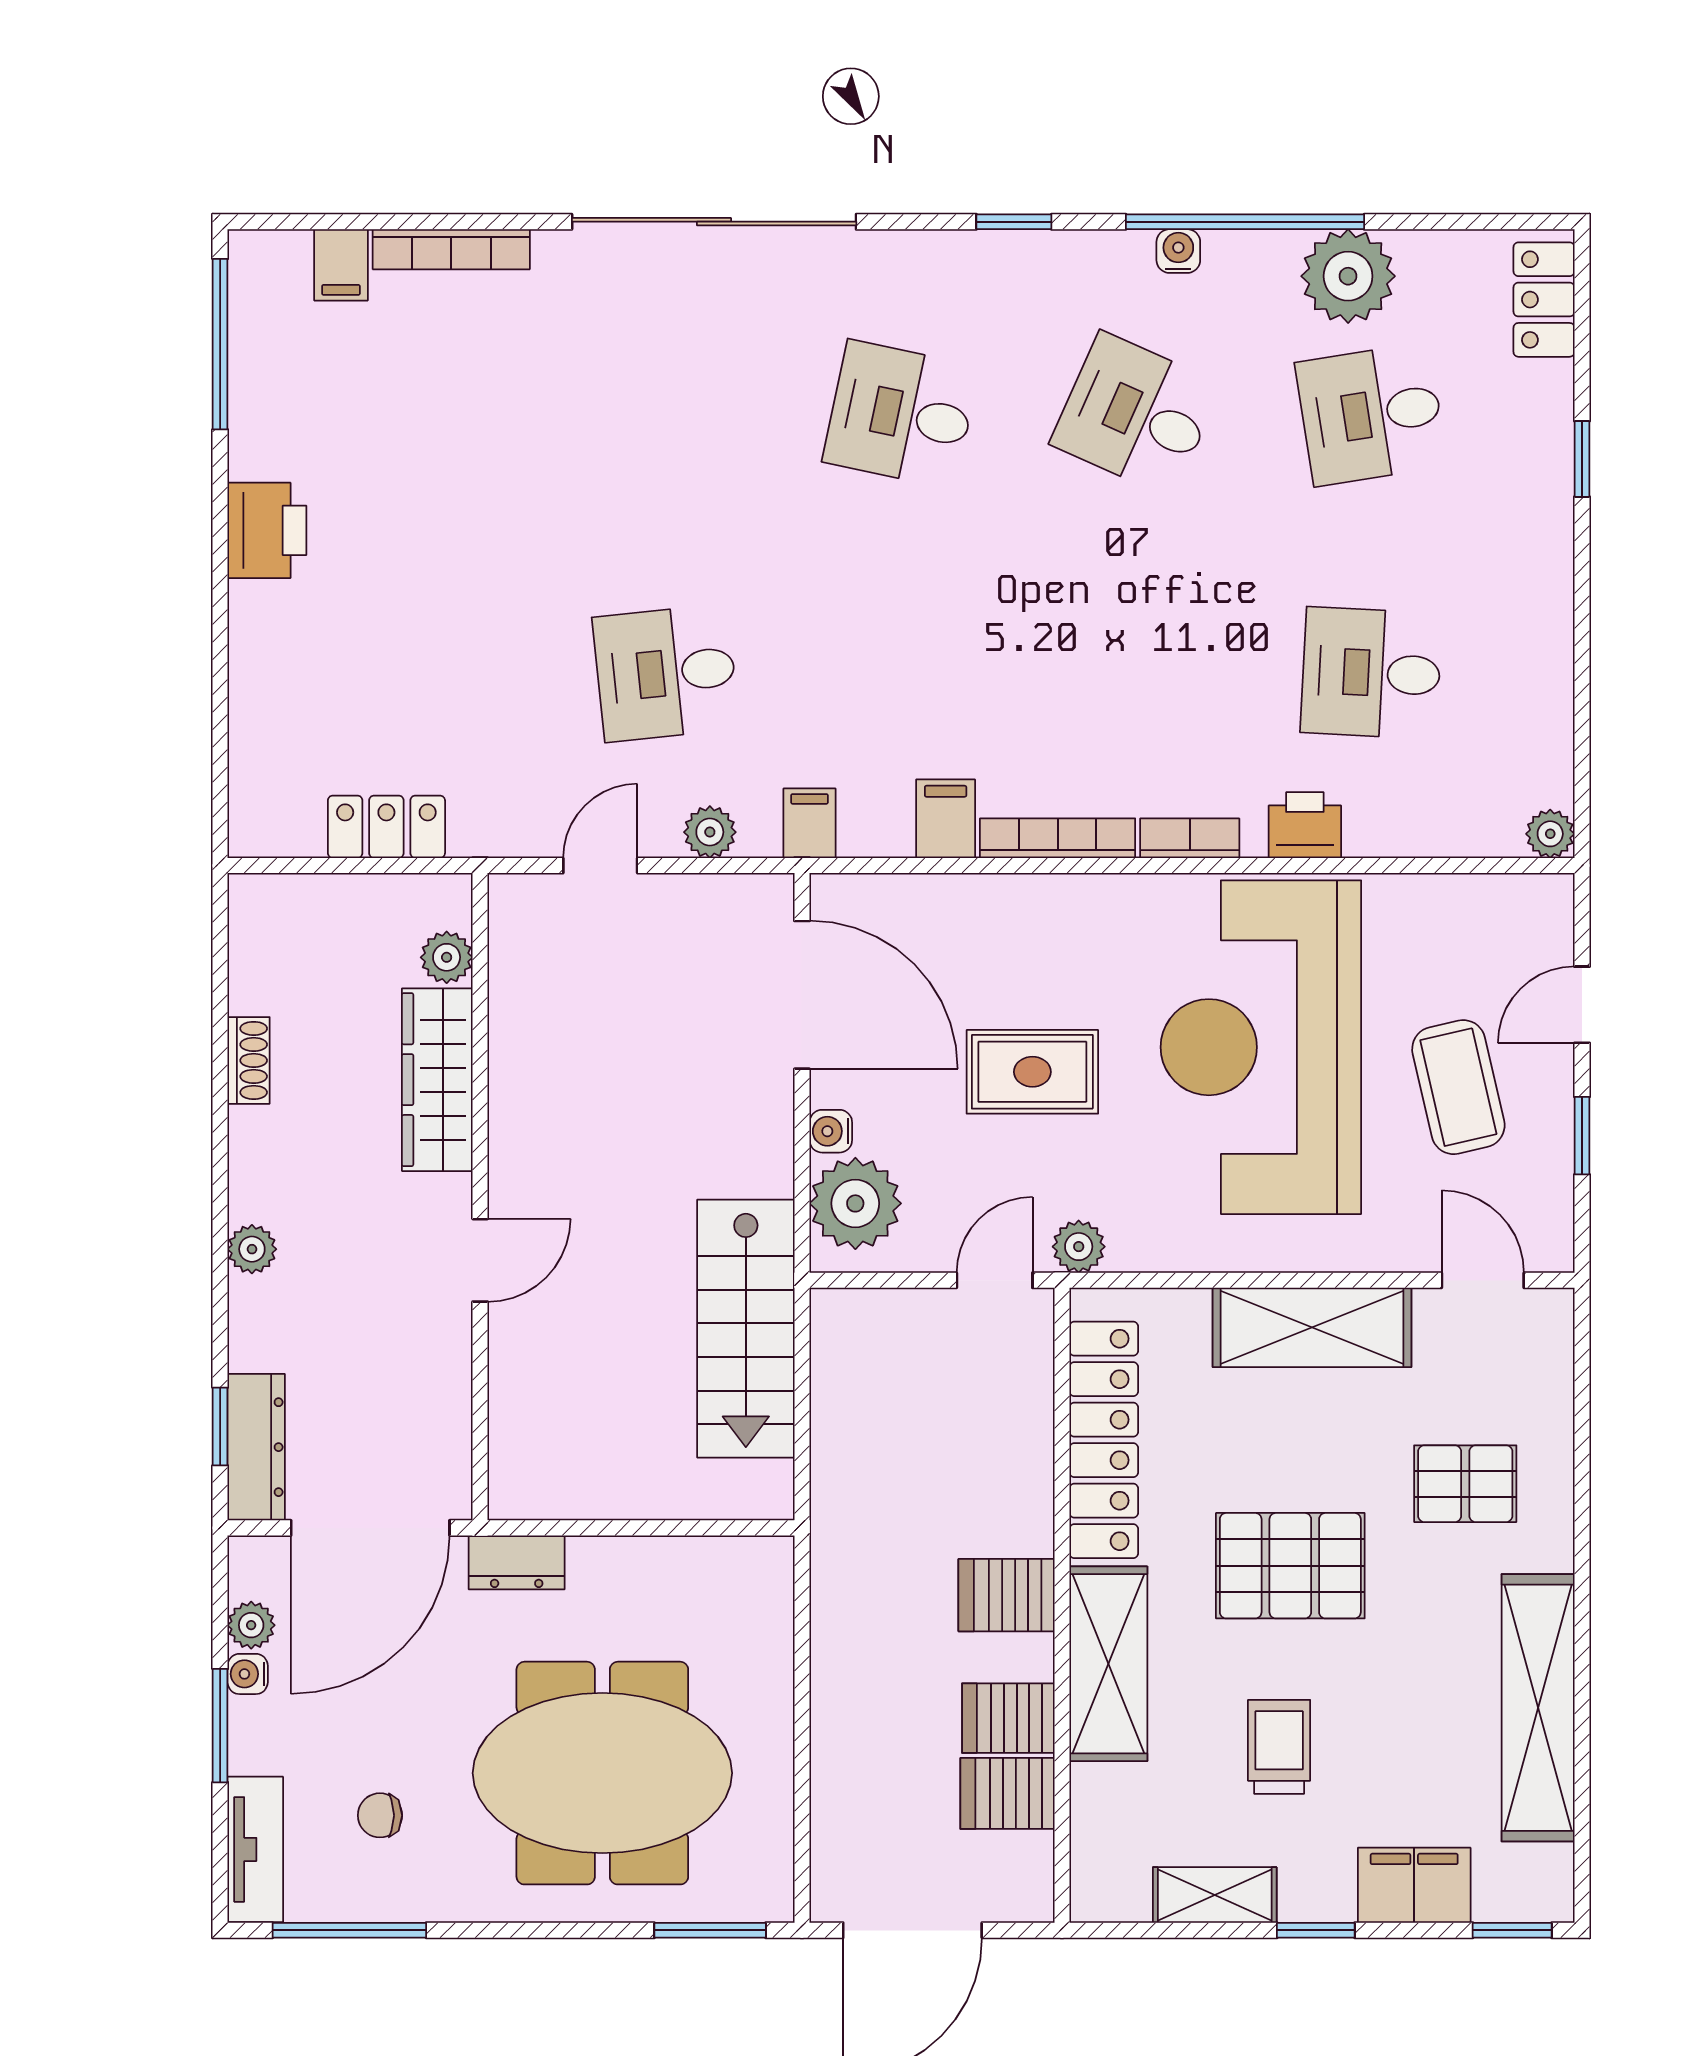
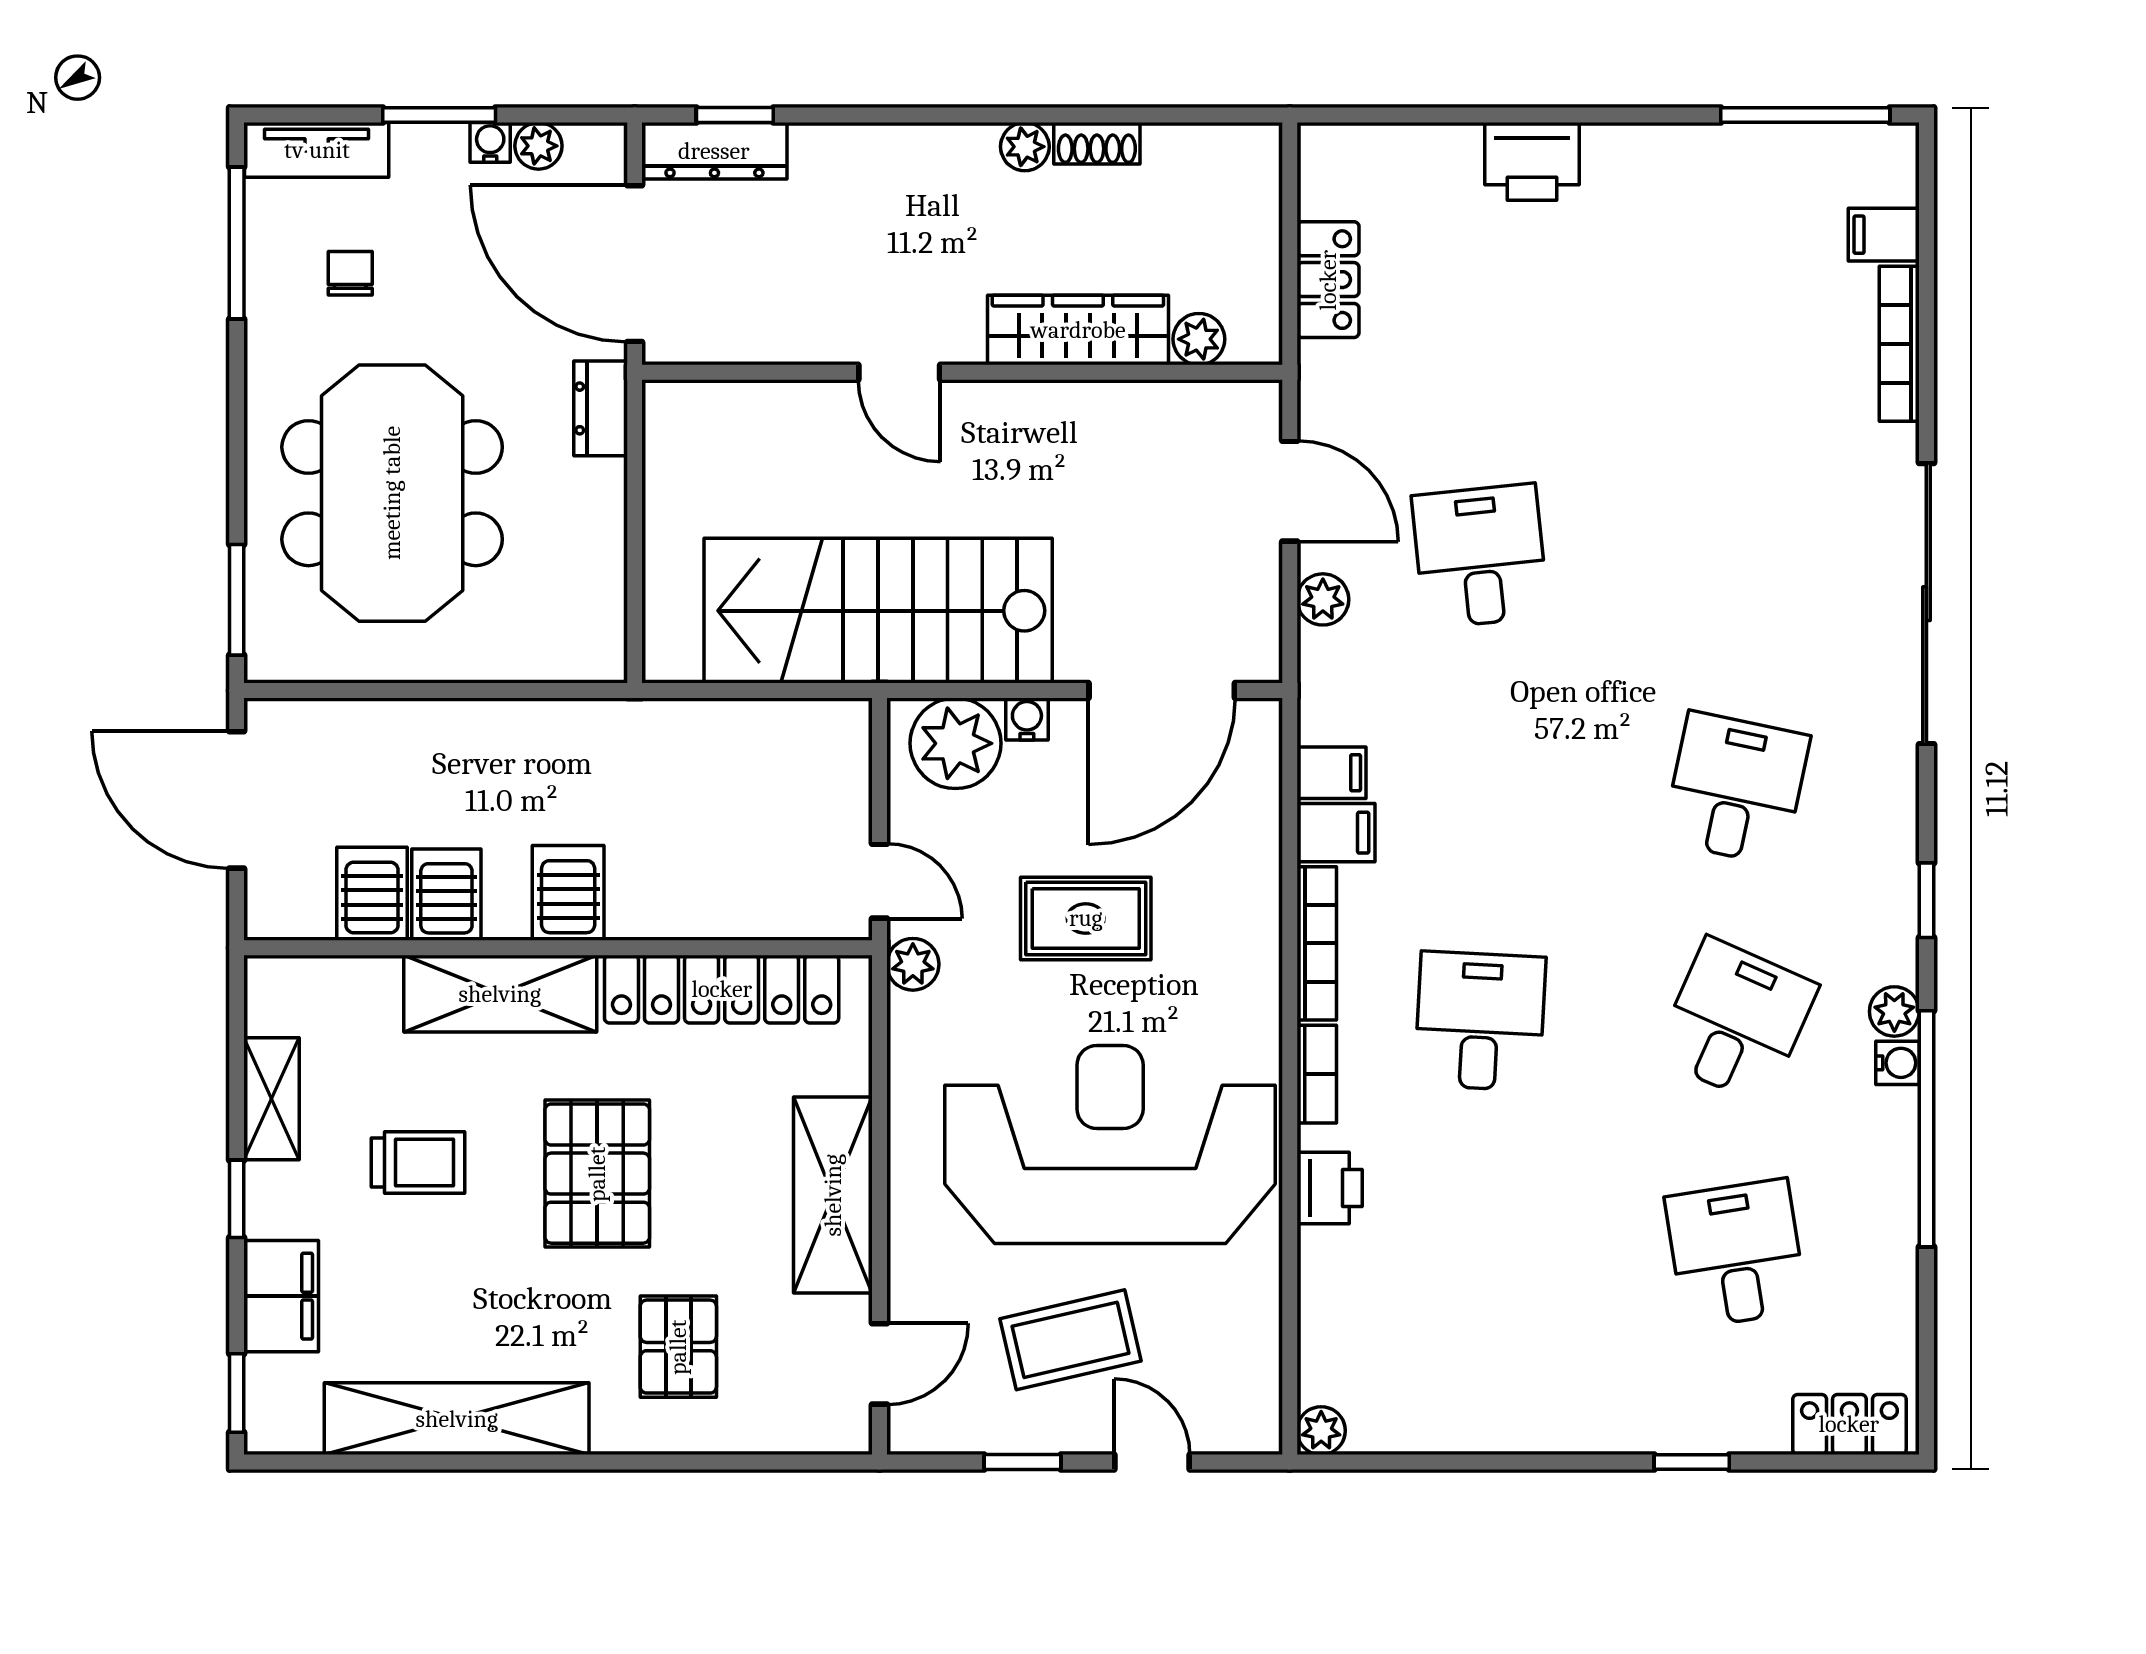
plant: (1348, 276) -> (1894, 1011), moved, width x0.53, depth x0.53
printer: (267, 530) -> (1532, 161), moved
desk: (1371, 673) -> (1480, 1021), moved
filing cabinet: (809, 823) -> (1331, 773), moved
door: (600, 866) -> (1290, 491), width x1.38
rug: (1032, 1072) -> (1086, 918), turned 90
plant: (252, 1249) -> (1025, 147), moved
stairs: (746, 1329) -> (878, 611), width x1.36, depth x1.51

